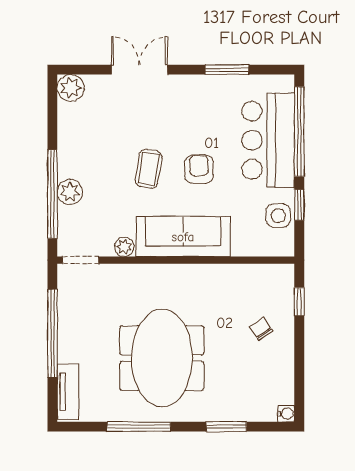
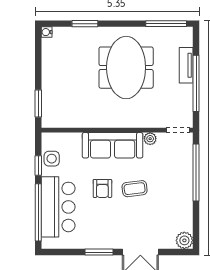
window: (227, 70) -> (99, 252), moved
coffee table: (149, 169) -> (135, 189), turned 74
plant: (70, 192) -> (185, 174), removed
window: (299, 302) -> (38, 104), width x1.50
chair: (261, 329) -> (63, 86), removed
tv unit: (68, 392) -> (186, 65), moved
window: (139, 427) -> (166, 24), moved

